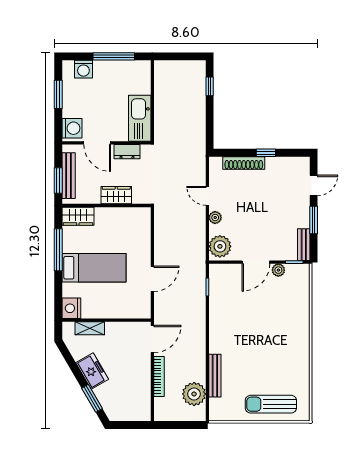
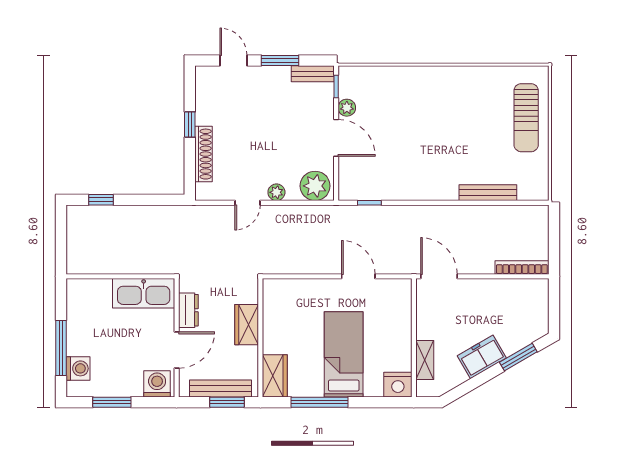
window: (114, 56) -> (61, 348), moved
bookcase: (159, 376) -> (522, 267), moved
plant: (194, 394) -> (512, 221), removed

